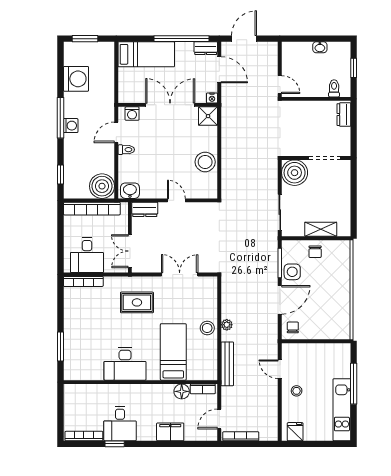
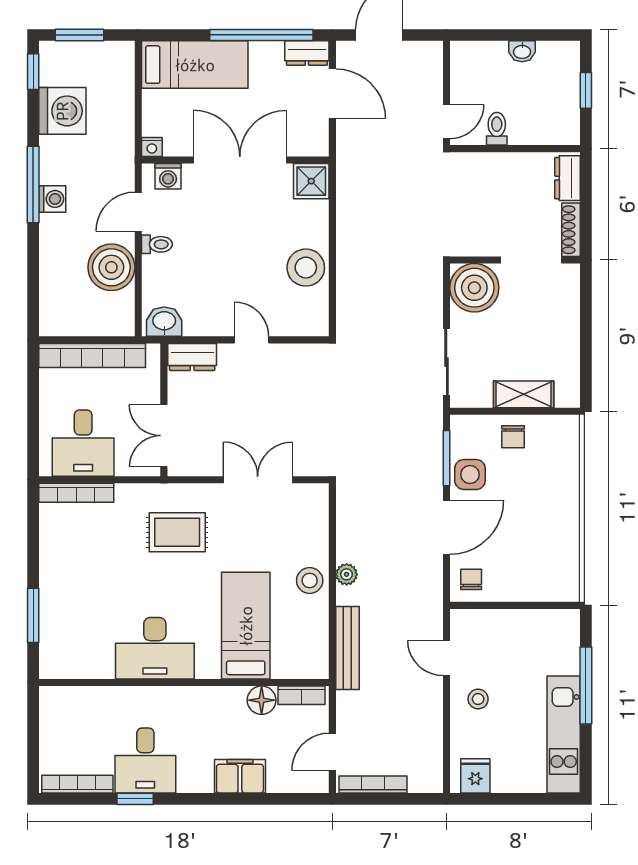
door: (280, 85) -> (447, 122), hinge flipped
toilet: (334, 88) -> (497, 129), moved
nightstand: (212, 98) -> (152, 147), moved
shoe rack: (346, 142) -> (571, 230), added
window: (60, 175) -> (33, 72), moved
boiler: (102, 186) -> (111, 267), moved

